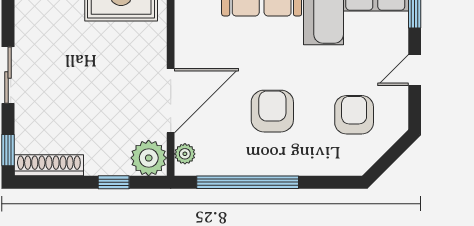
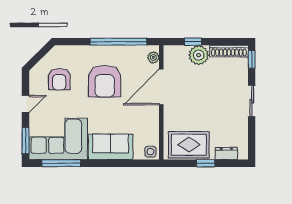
armchair: (272, 111) -> (105, 81), width x1.36, depth x1.36
plant: (149, 158) -> (199, 55), moved

